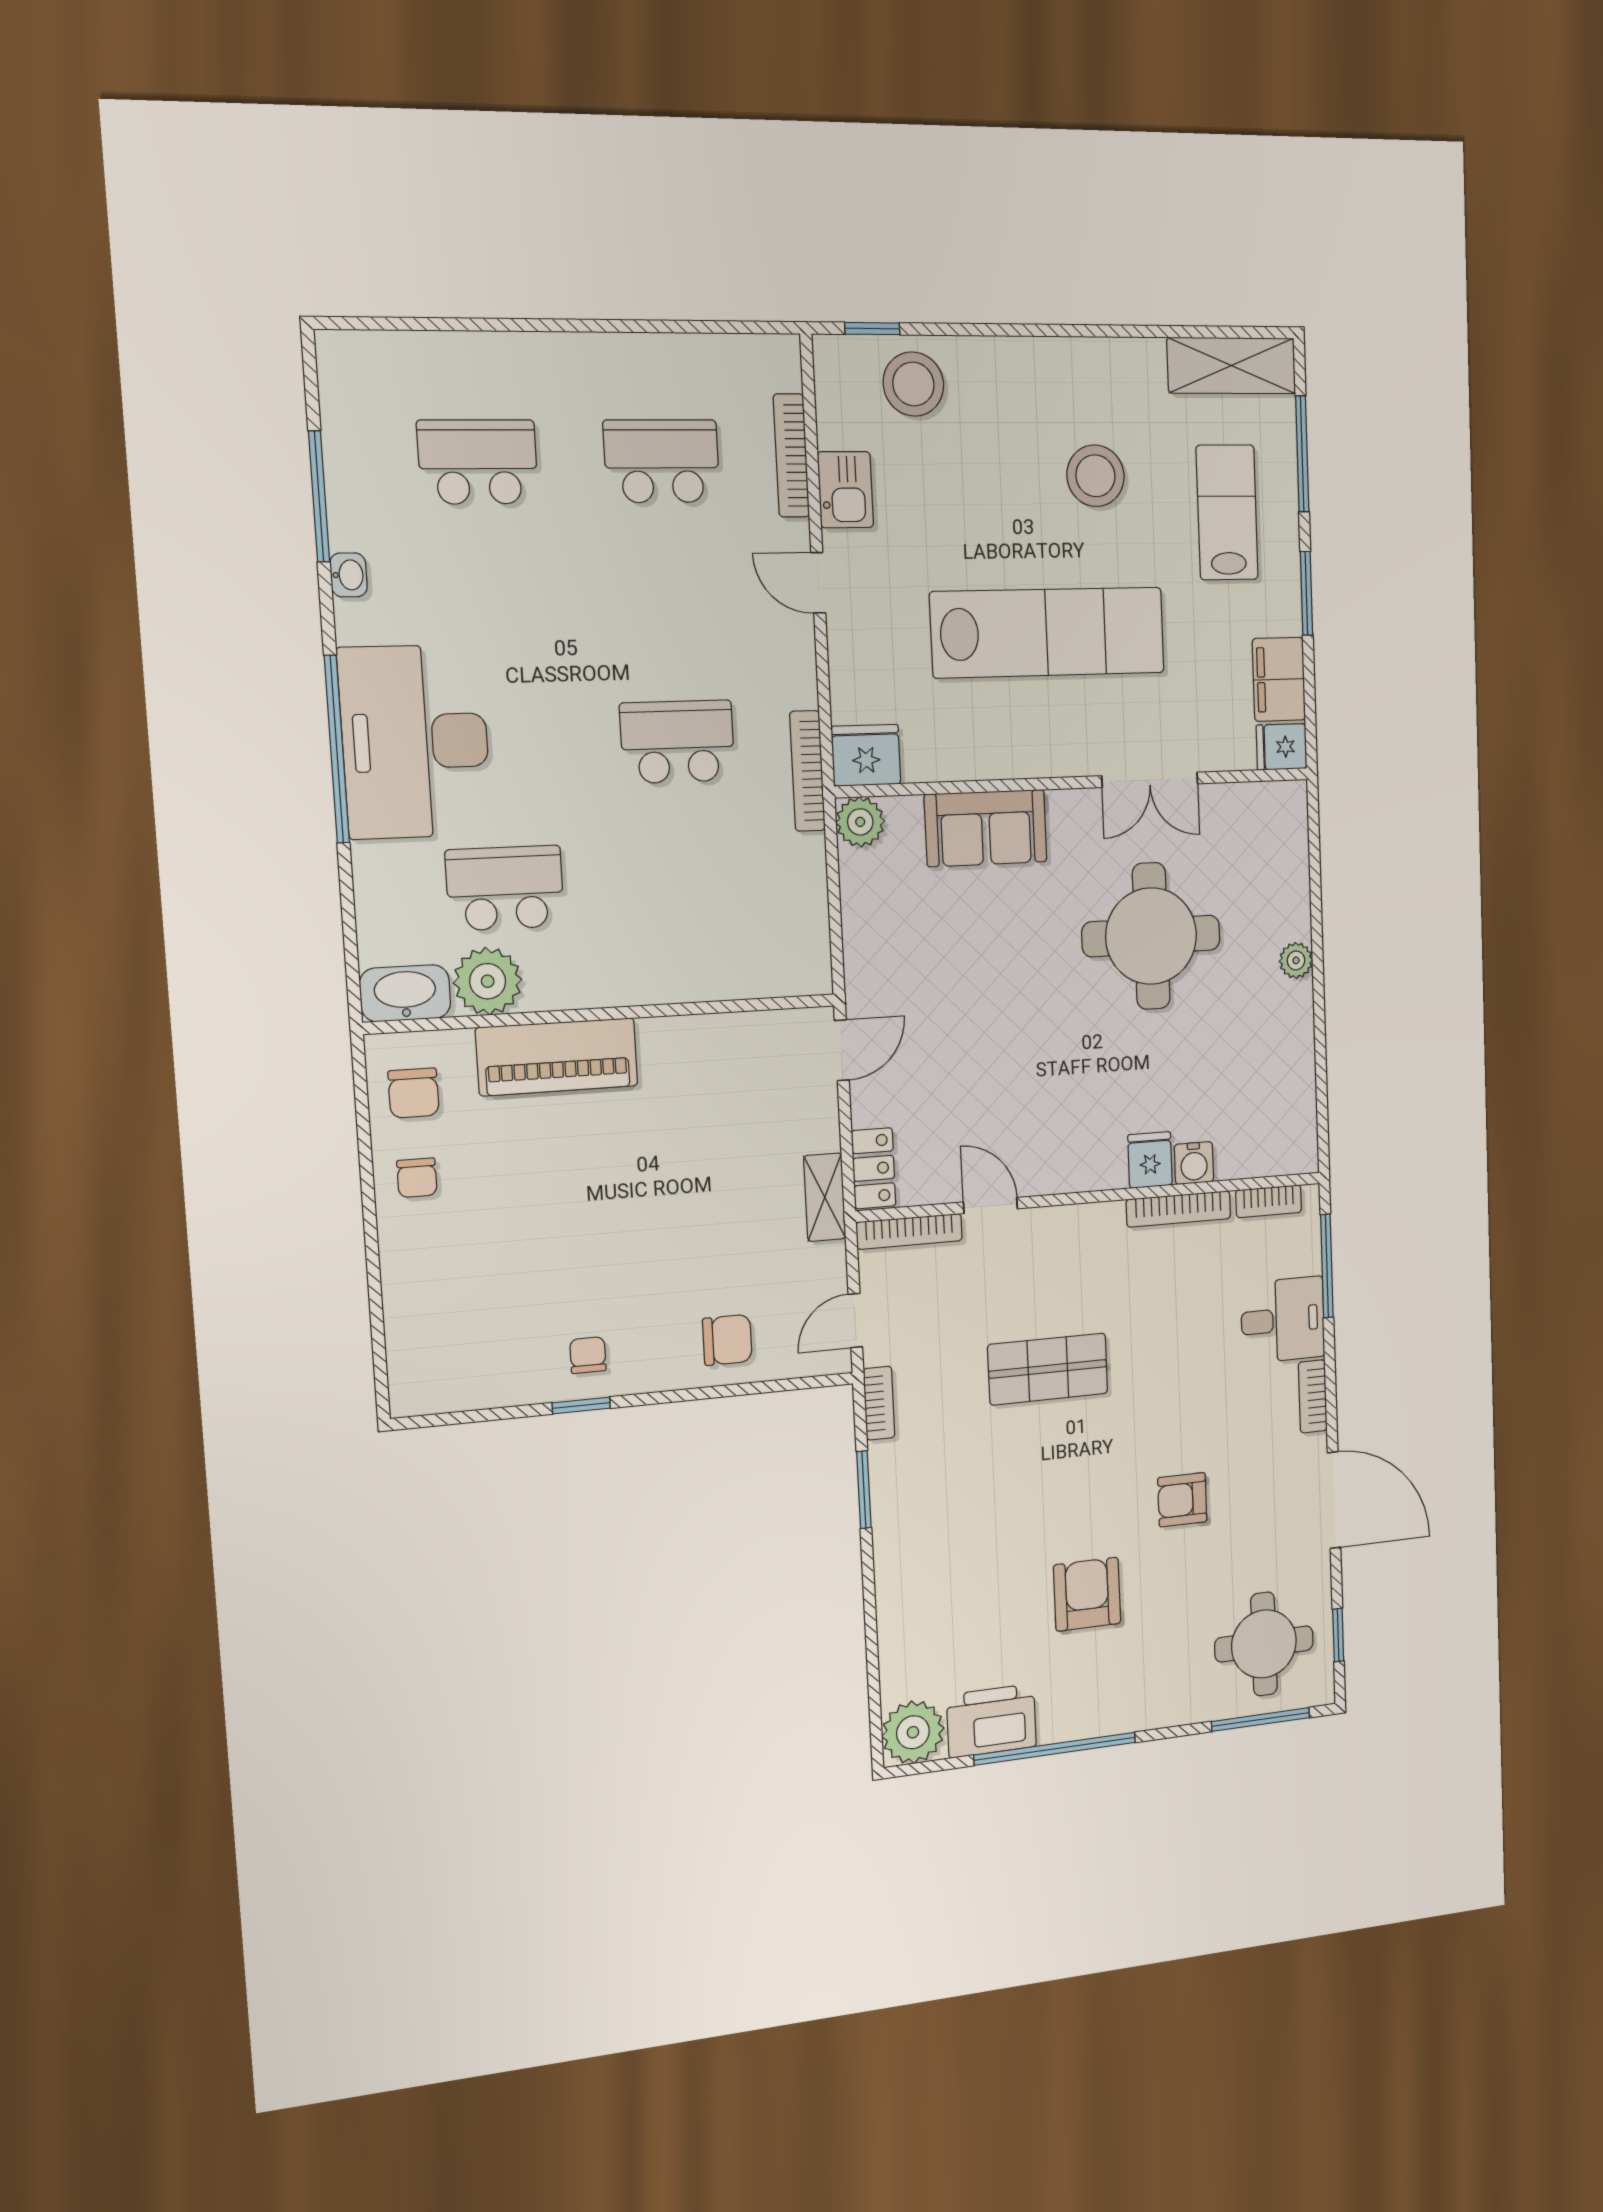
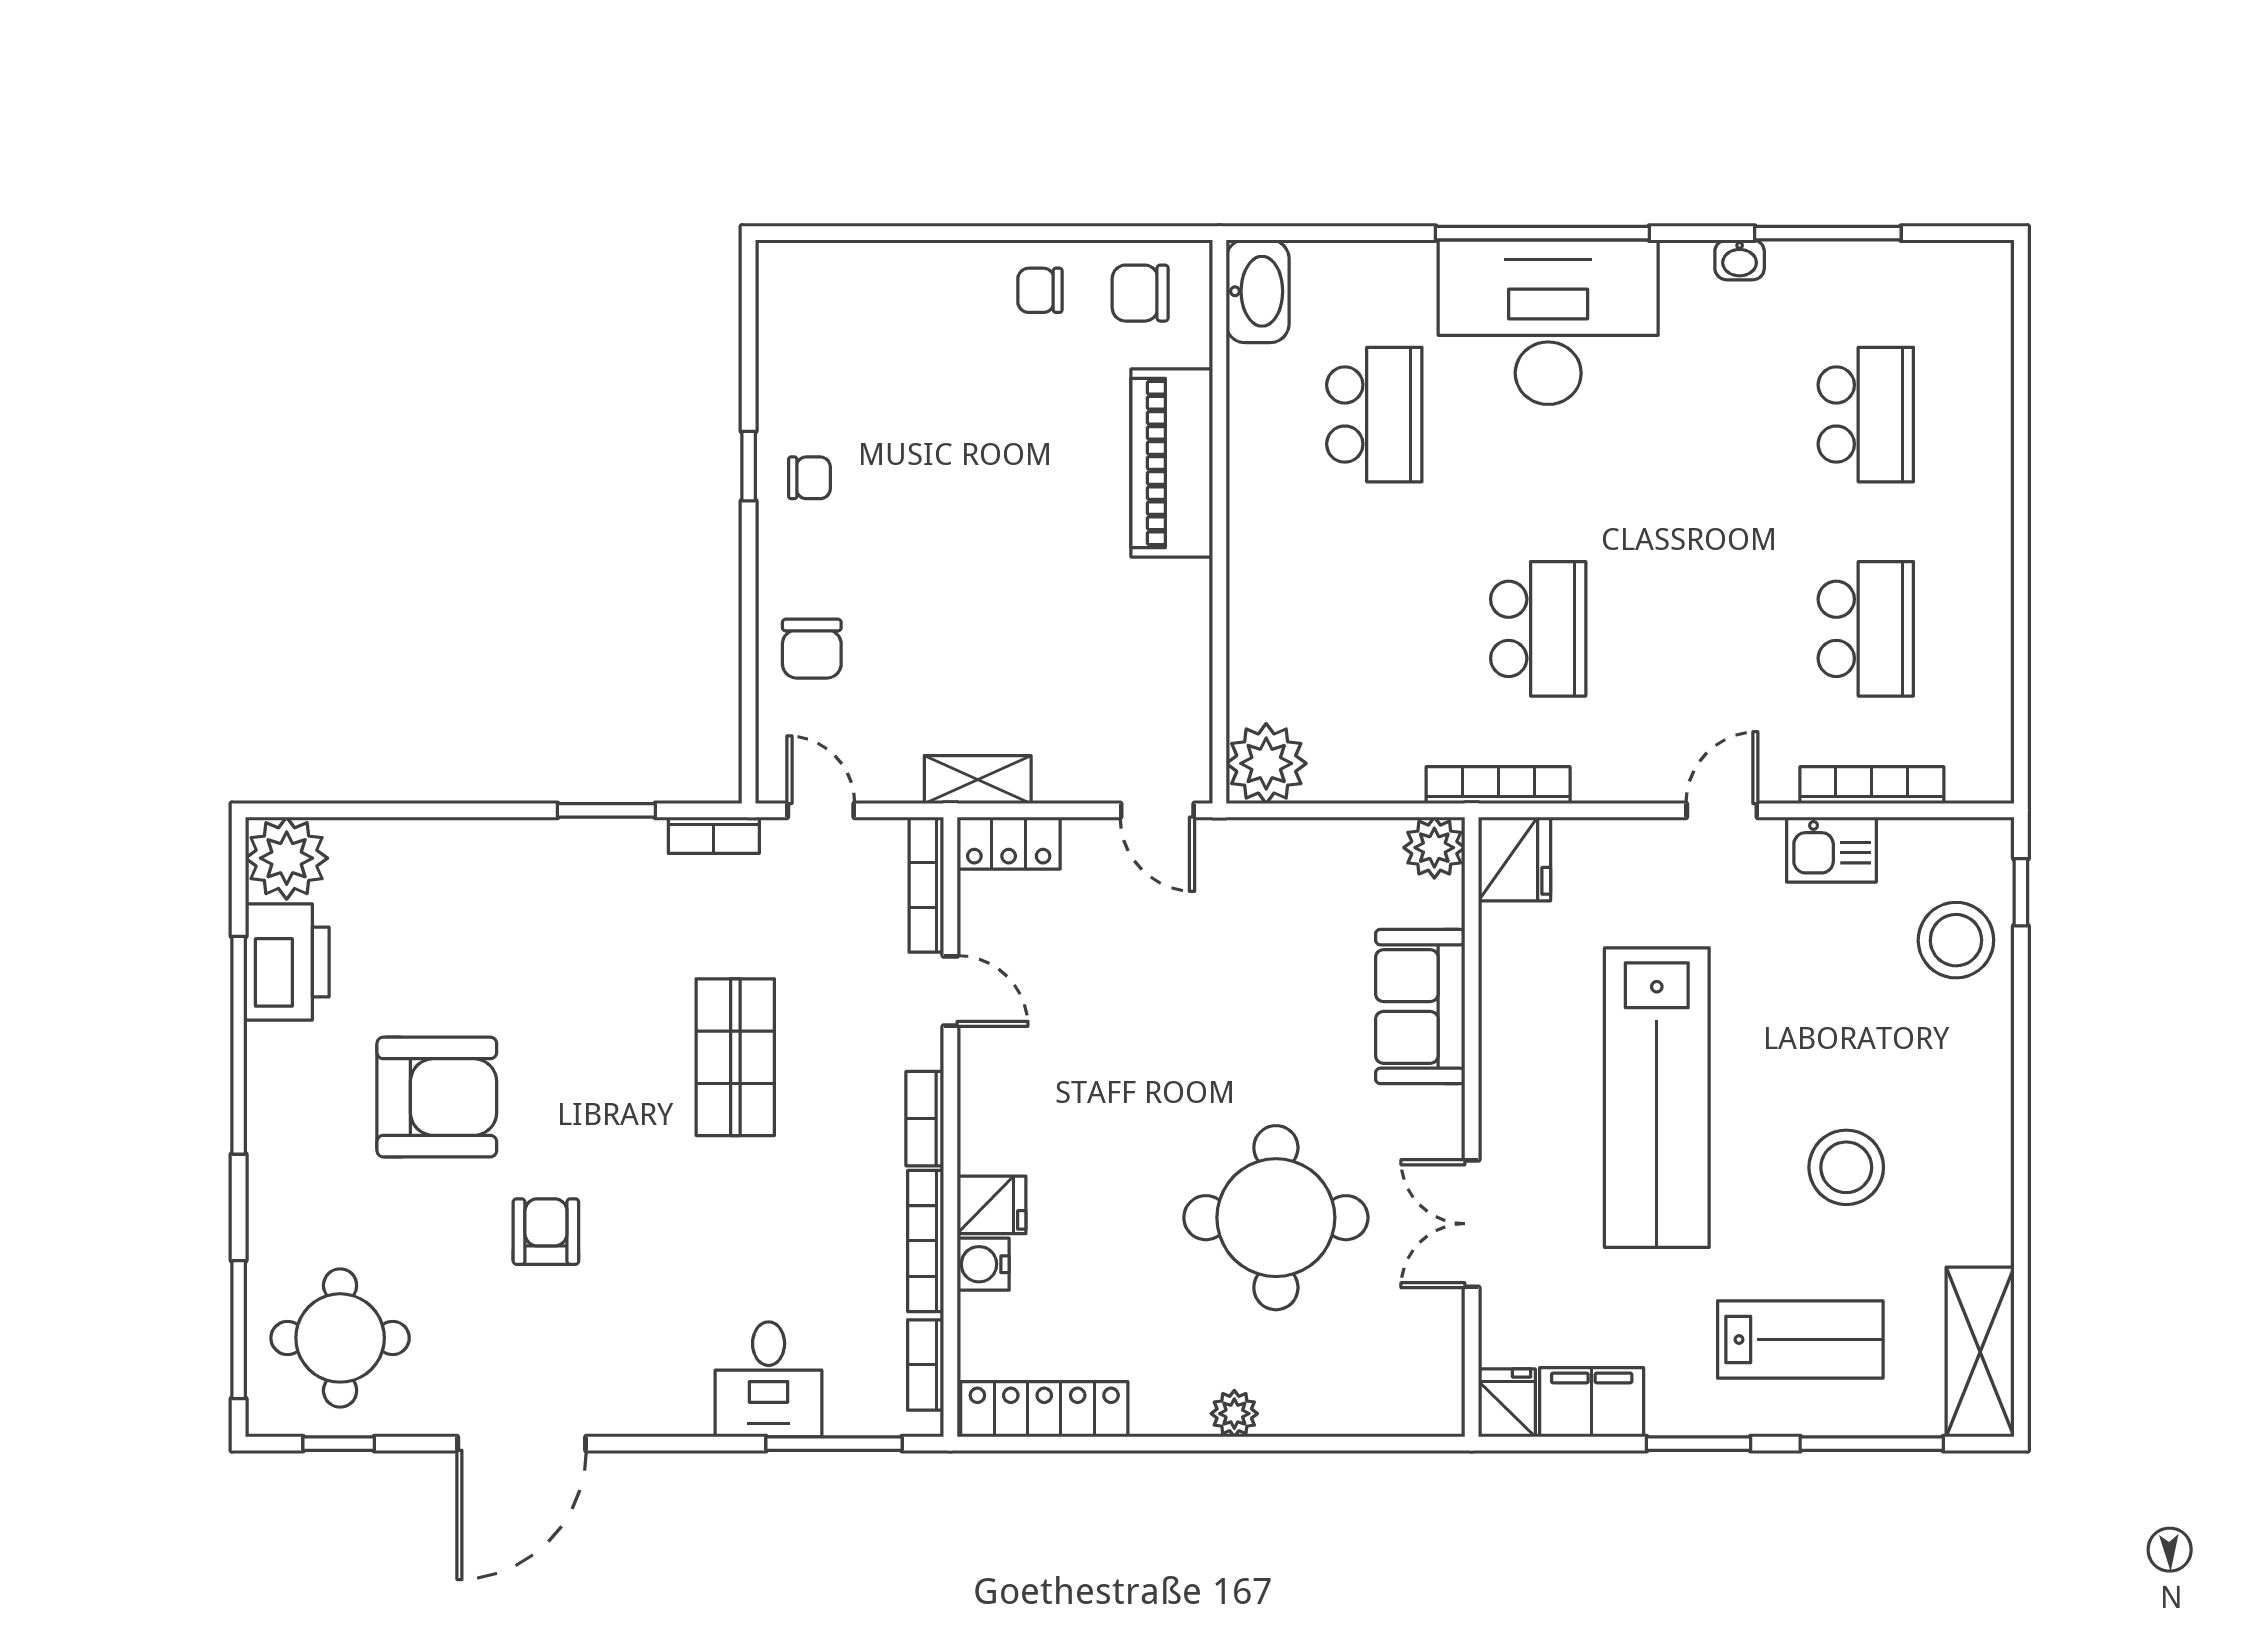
plant: (488, 981) -> (1266, 763), moved
locker: (1297, 1108) -> (1044, 1409), added
door: (990, 1205) -> (950, 991), hinge flipped
bookcase: (1313, 1396) -> (925, 1119), moved, turned -90
armchair: (1087, 1594) -> (437, 1097), width x1.36, depth x1.36

